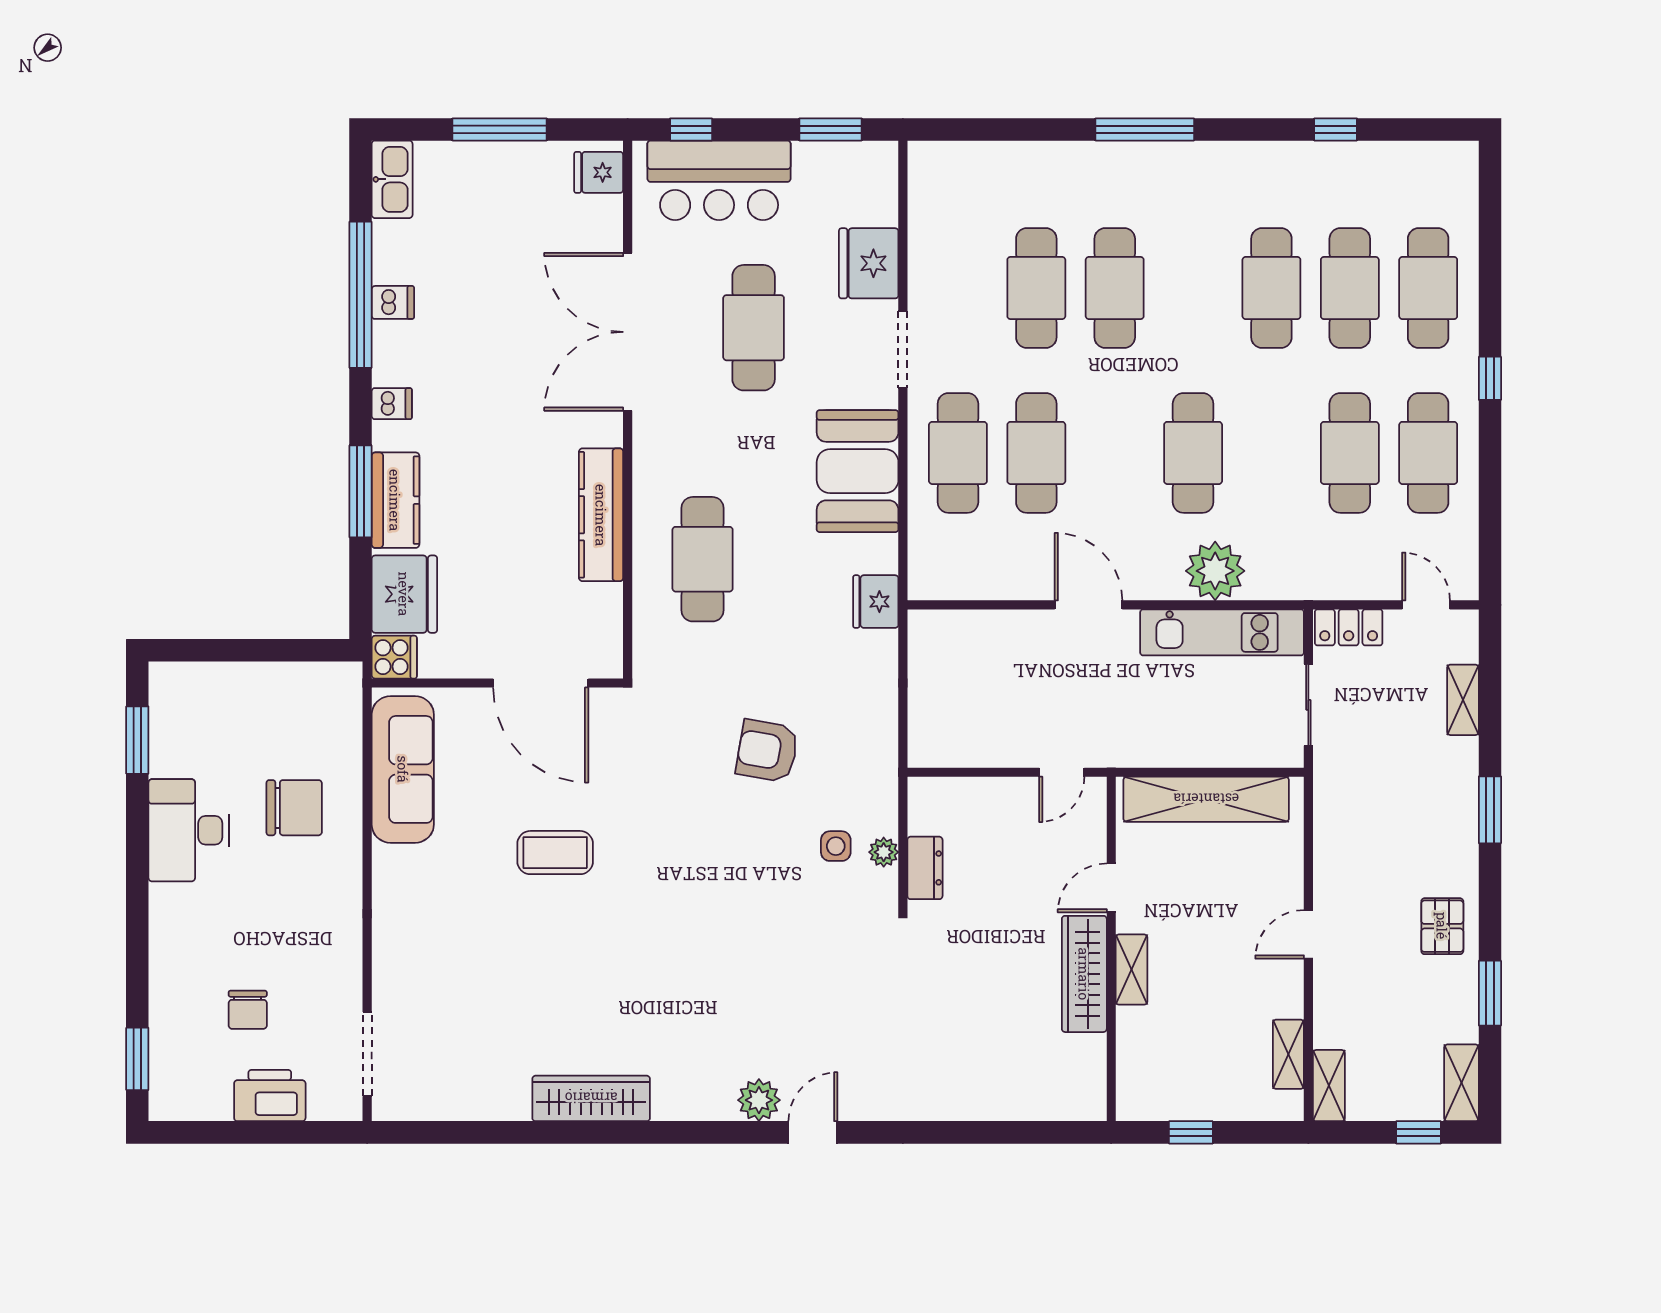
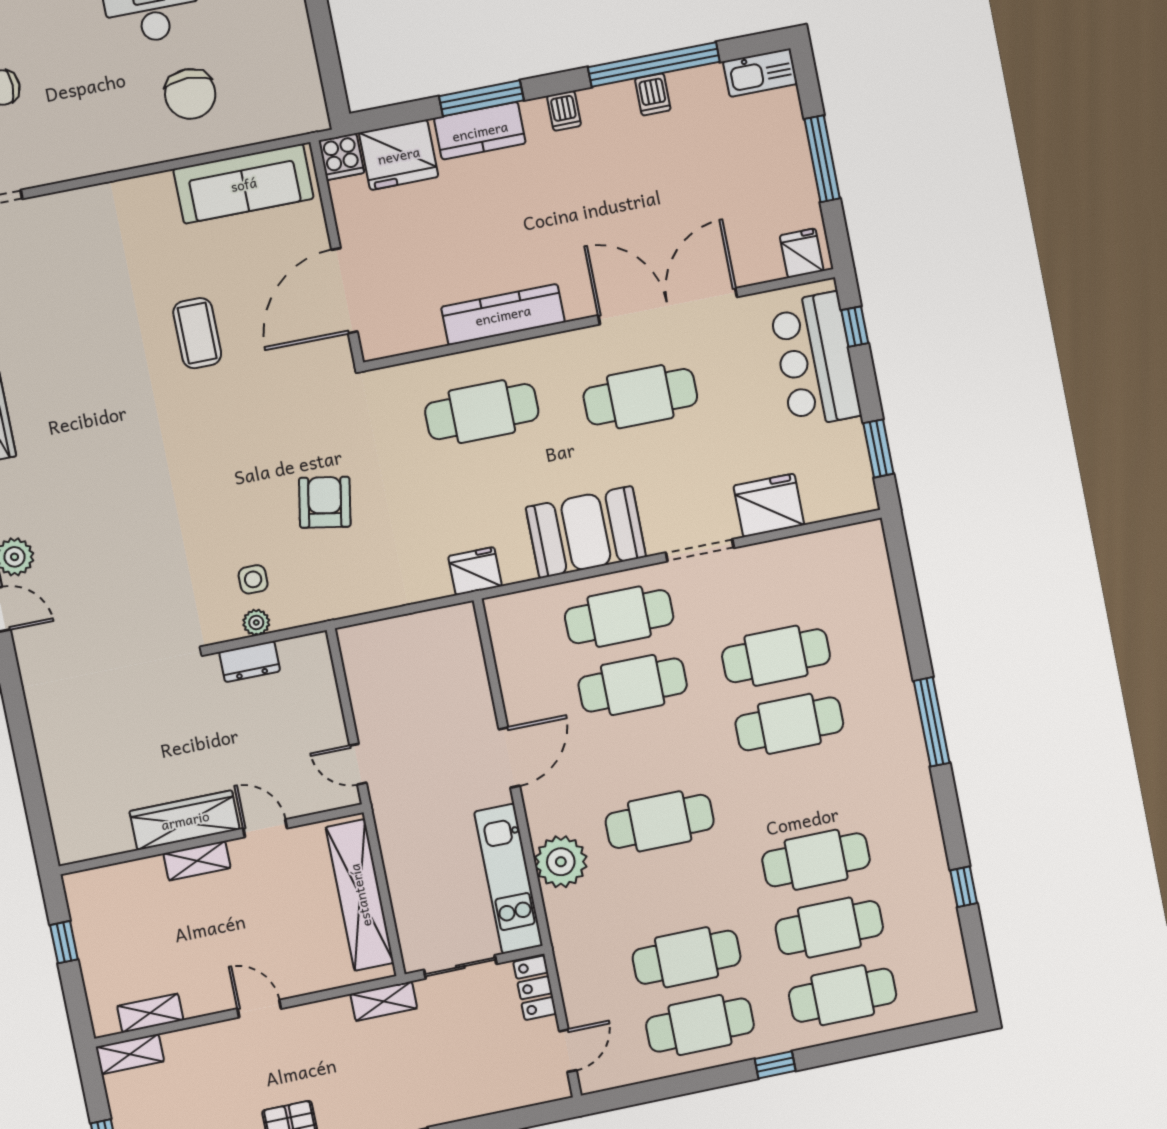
cafe table: (754, 328) -> (640, 397), moved
shelving: (1463, 700) -> (384, 1001), moved

